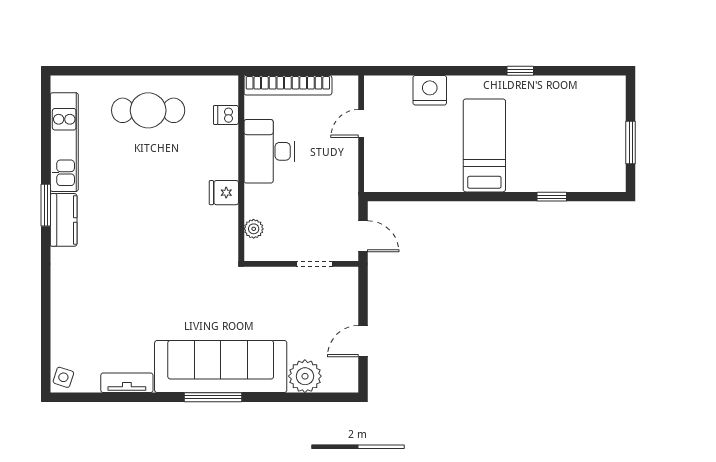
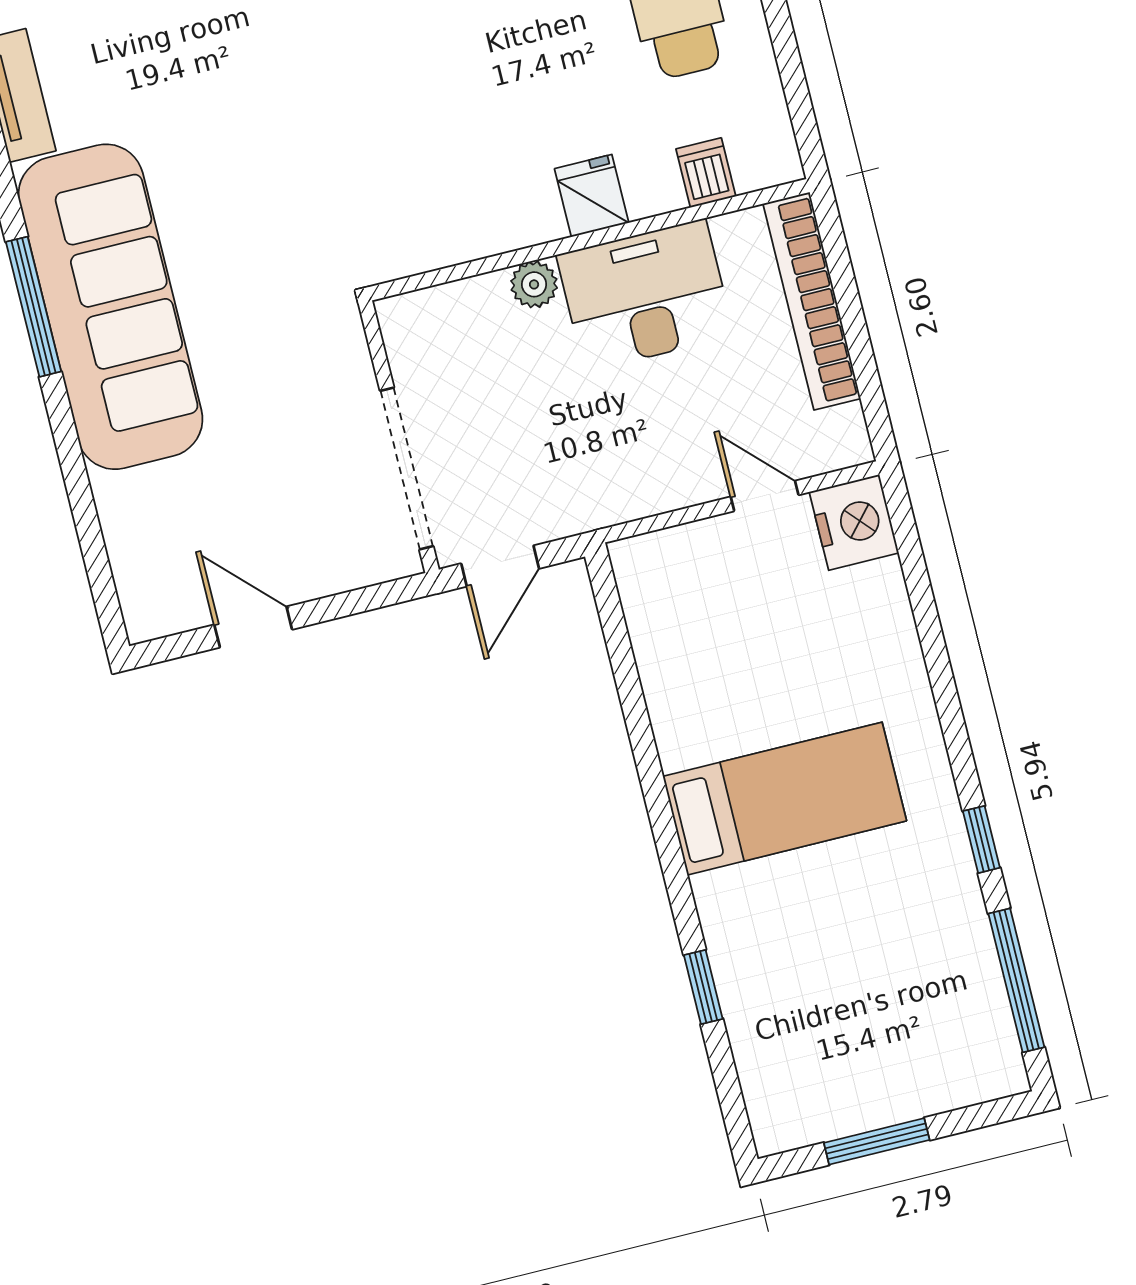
window: (580, 71) -> (1016, 980), added
nightstand: (430, 90) -> (854, 522), moved
fridge: (224, 193) -> (592, 196), moved
plant: (254, 229) -> (534, 284), moved
doorway: (315, 264) -> (407, 469), width x1.88
plant: (305, 376) -> (137, 511), removed

